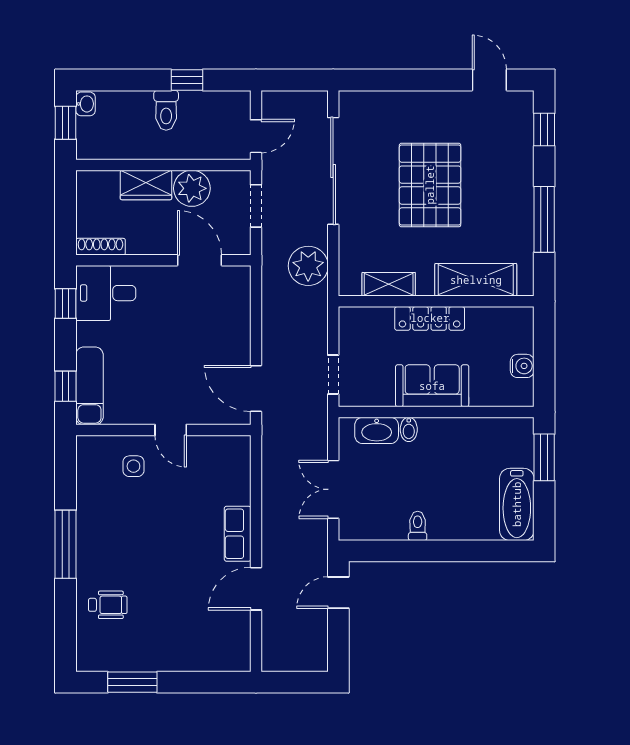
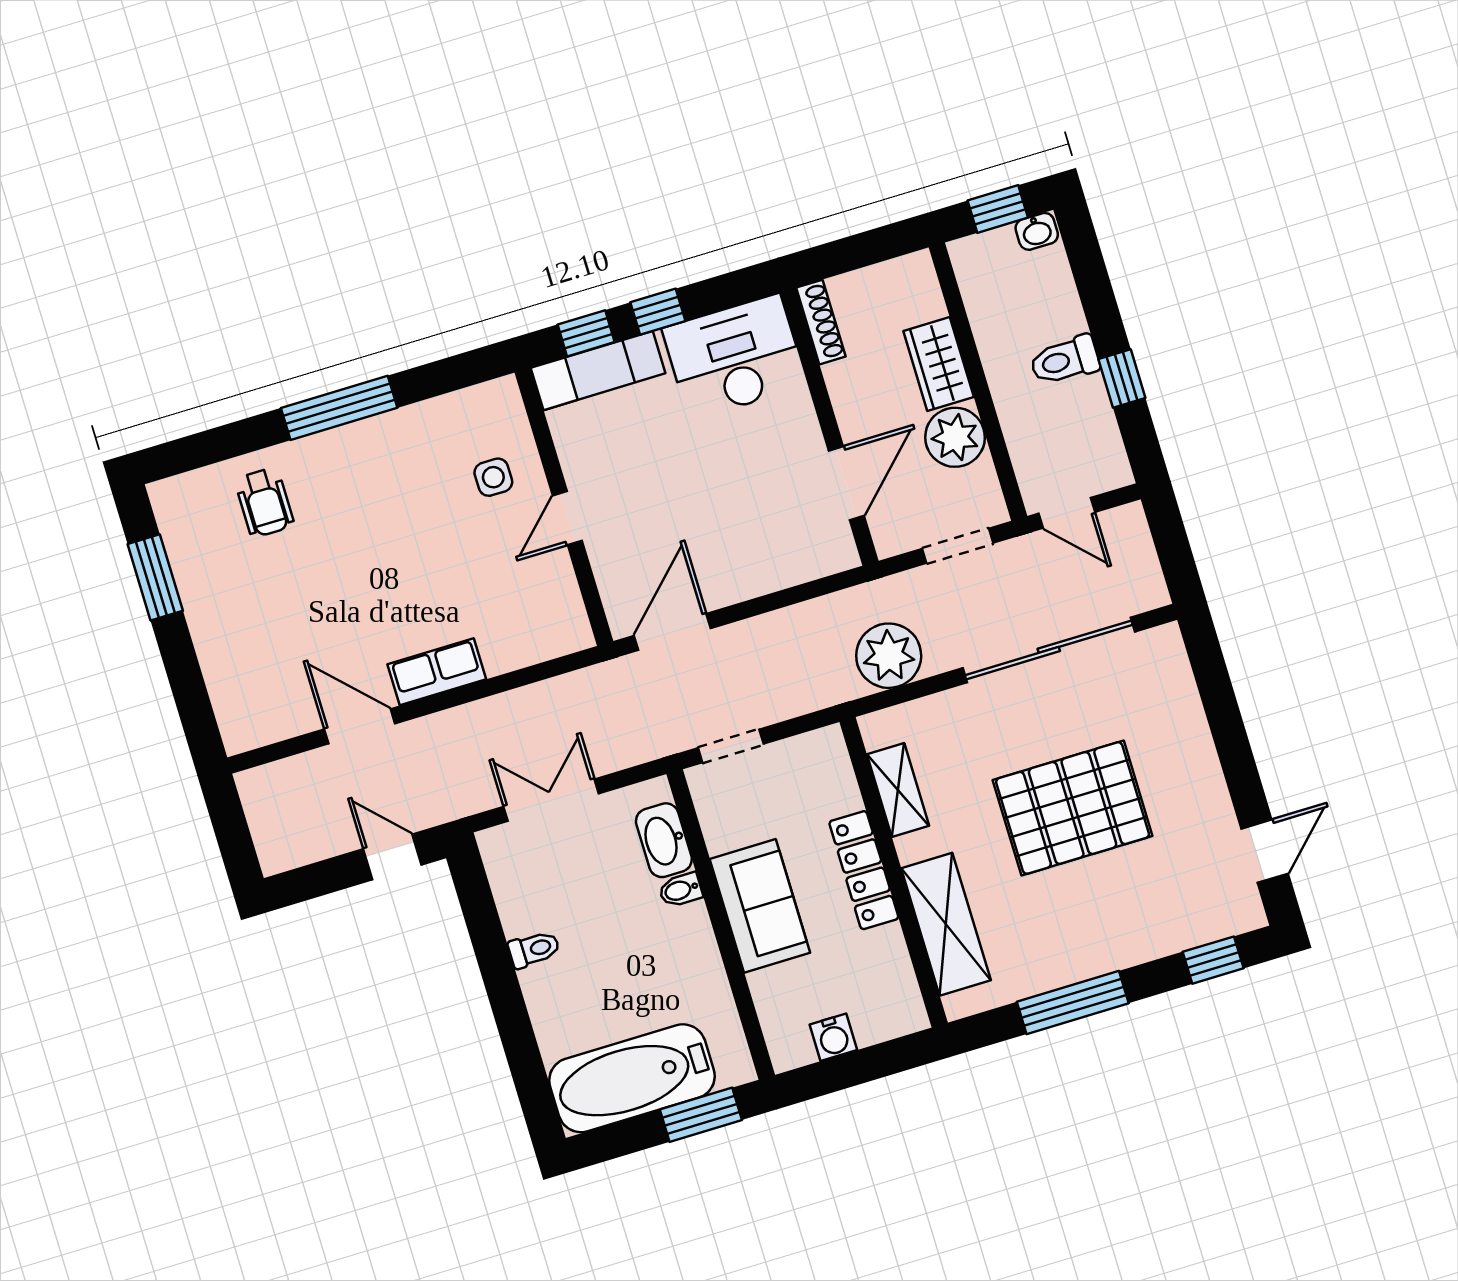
desk: (106, 293) -> (735, 357), width x1.37
window: (66, 304) -> (658, 312), moved
bathtub: (517, 504) -> (632, 1078), width x1.36, depth x1.36

